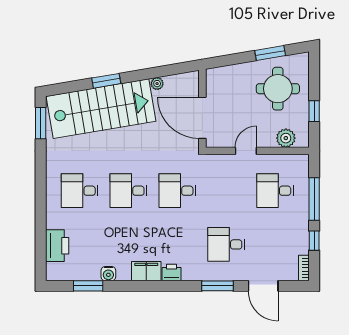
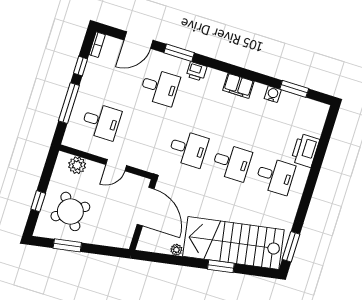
round table: (278, 89) -> (70, 211), turned -35
window: (314, 111) -> (38, 201), moved
printer: (57, 246) -> (305, 150), moved
printer: (172, 272) -> (196, 71), moved
door: (263, 286) -> (138, 40), swing flipped

